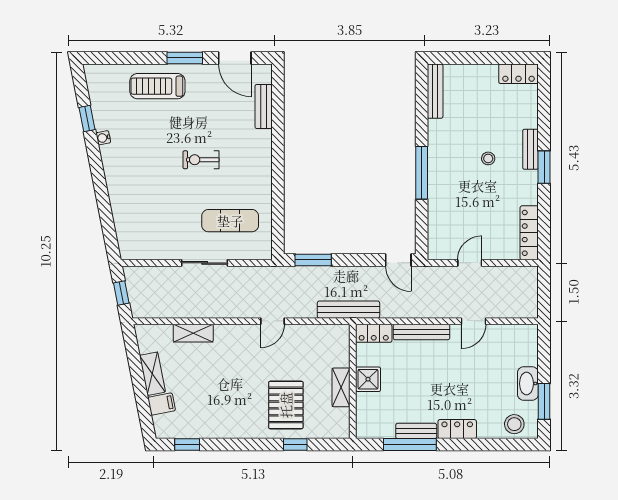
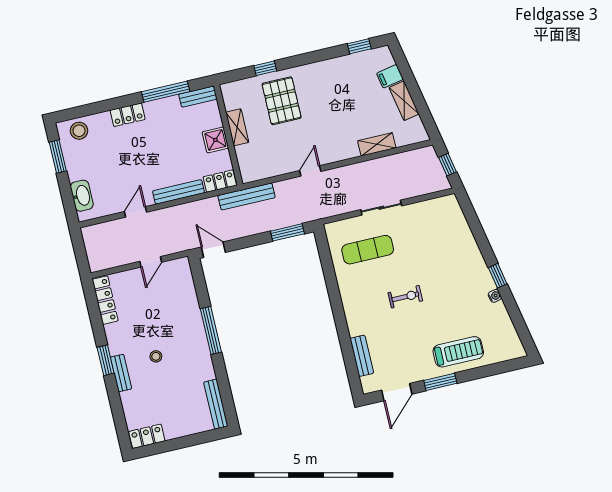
door: (235, 58) -> (397, 392), swing flipped
window: (87, 118) -> (498, 276), moved
washbasin: (528, 384) -> (82, 196), moved
bench: (416, 431) -> (198, 97), moved

